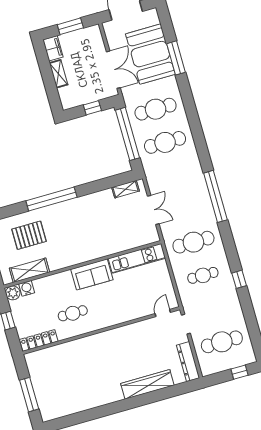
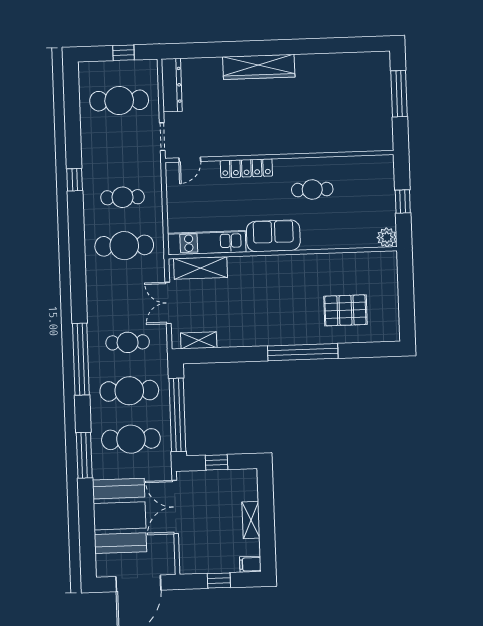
window: (70, 26) -> (219, 581), width x0.67
filing cabinet: (53, 48) -> (250, 564), width x0.50
window: (176, 58) -> (84, 455), moved
cafe table: (174, 176) -> (128, 342), added
window: (215, 196) -> (81, 359), moved
shelving: (29, 270) -> (200, 268), moved
water cooler: (27, 288) -> (366, 239), removed
locker: (39, 340) -> (246, 168), moved
window: (240, 372) -> (124, 53), moved
wardrobe: (147, 384) -> (259, 67), moved

